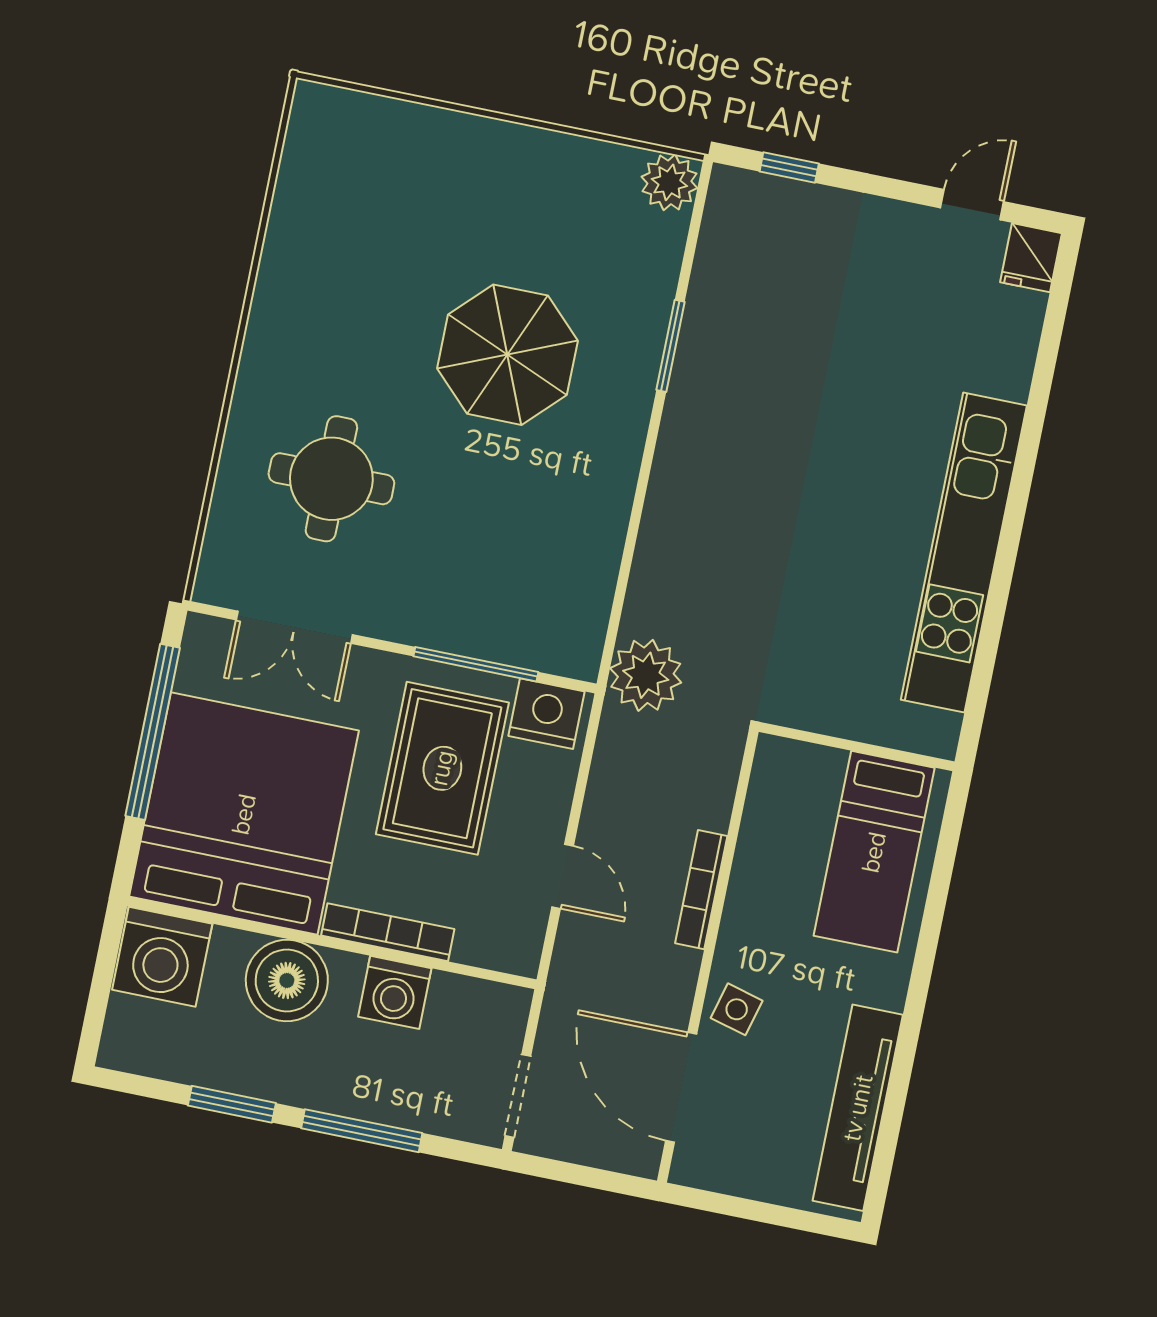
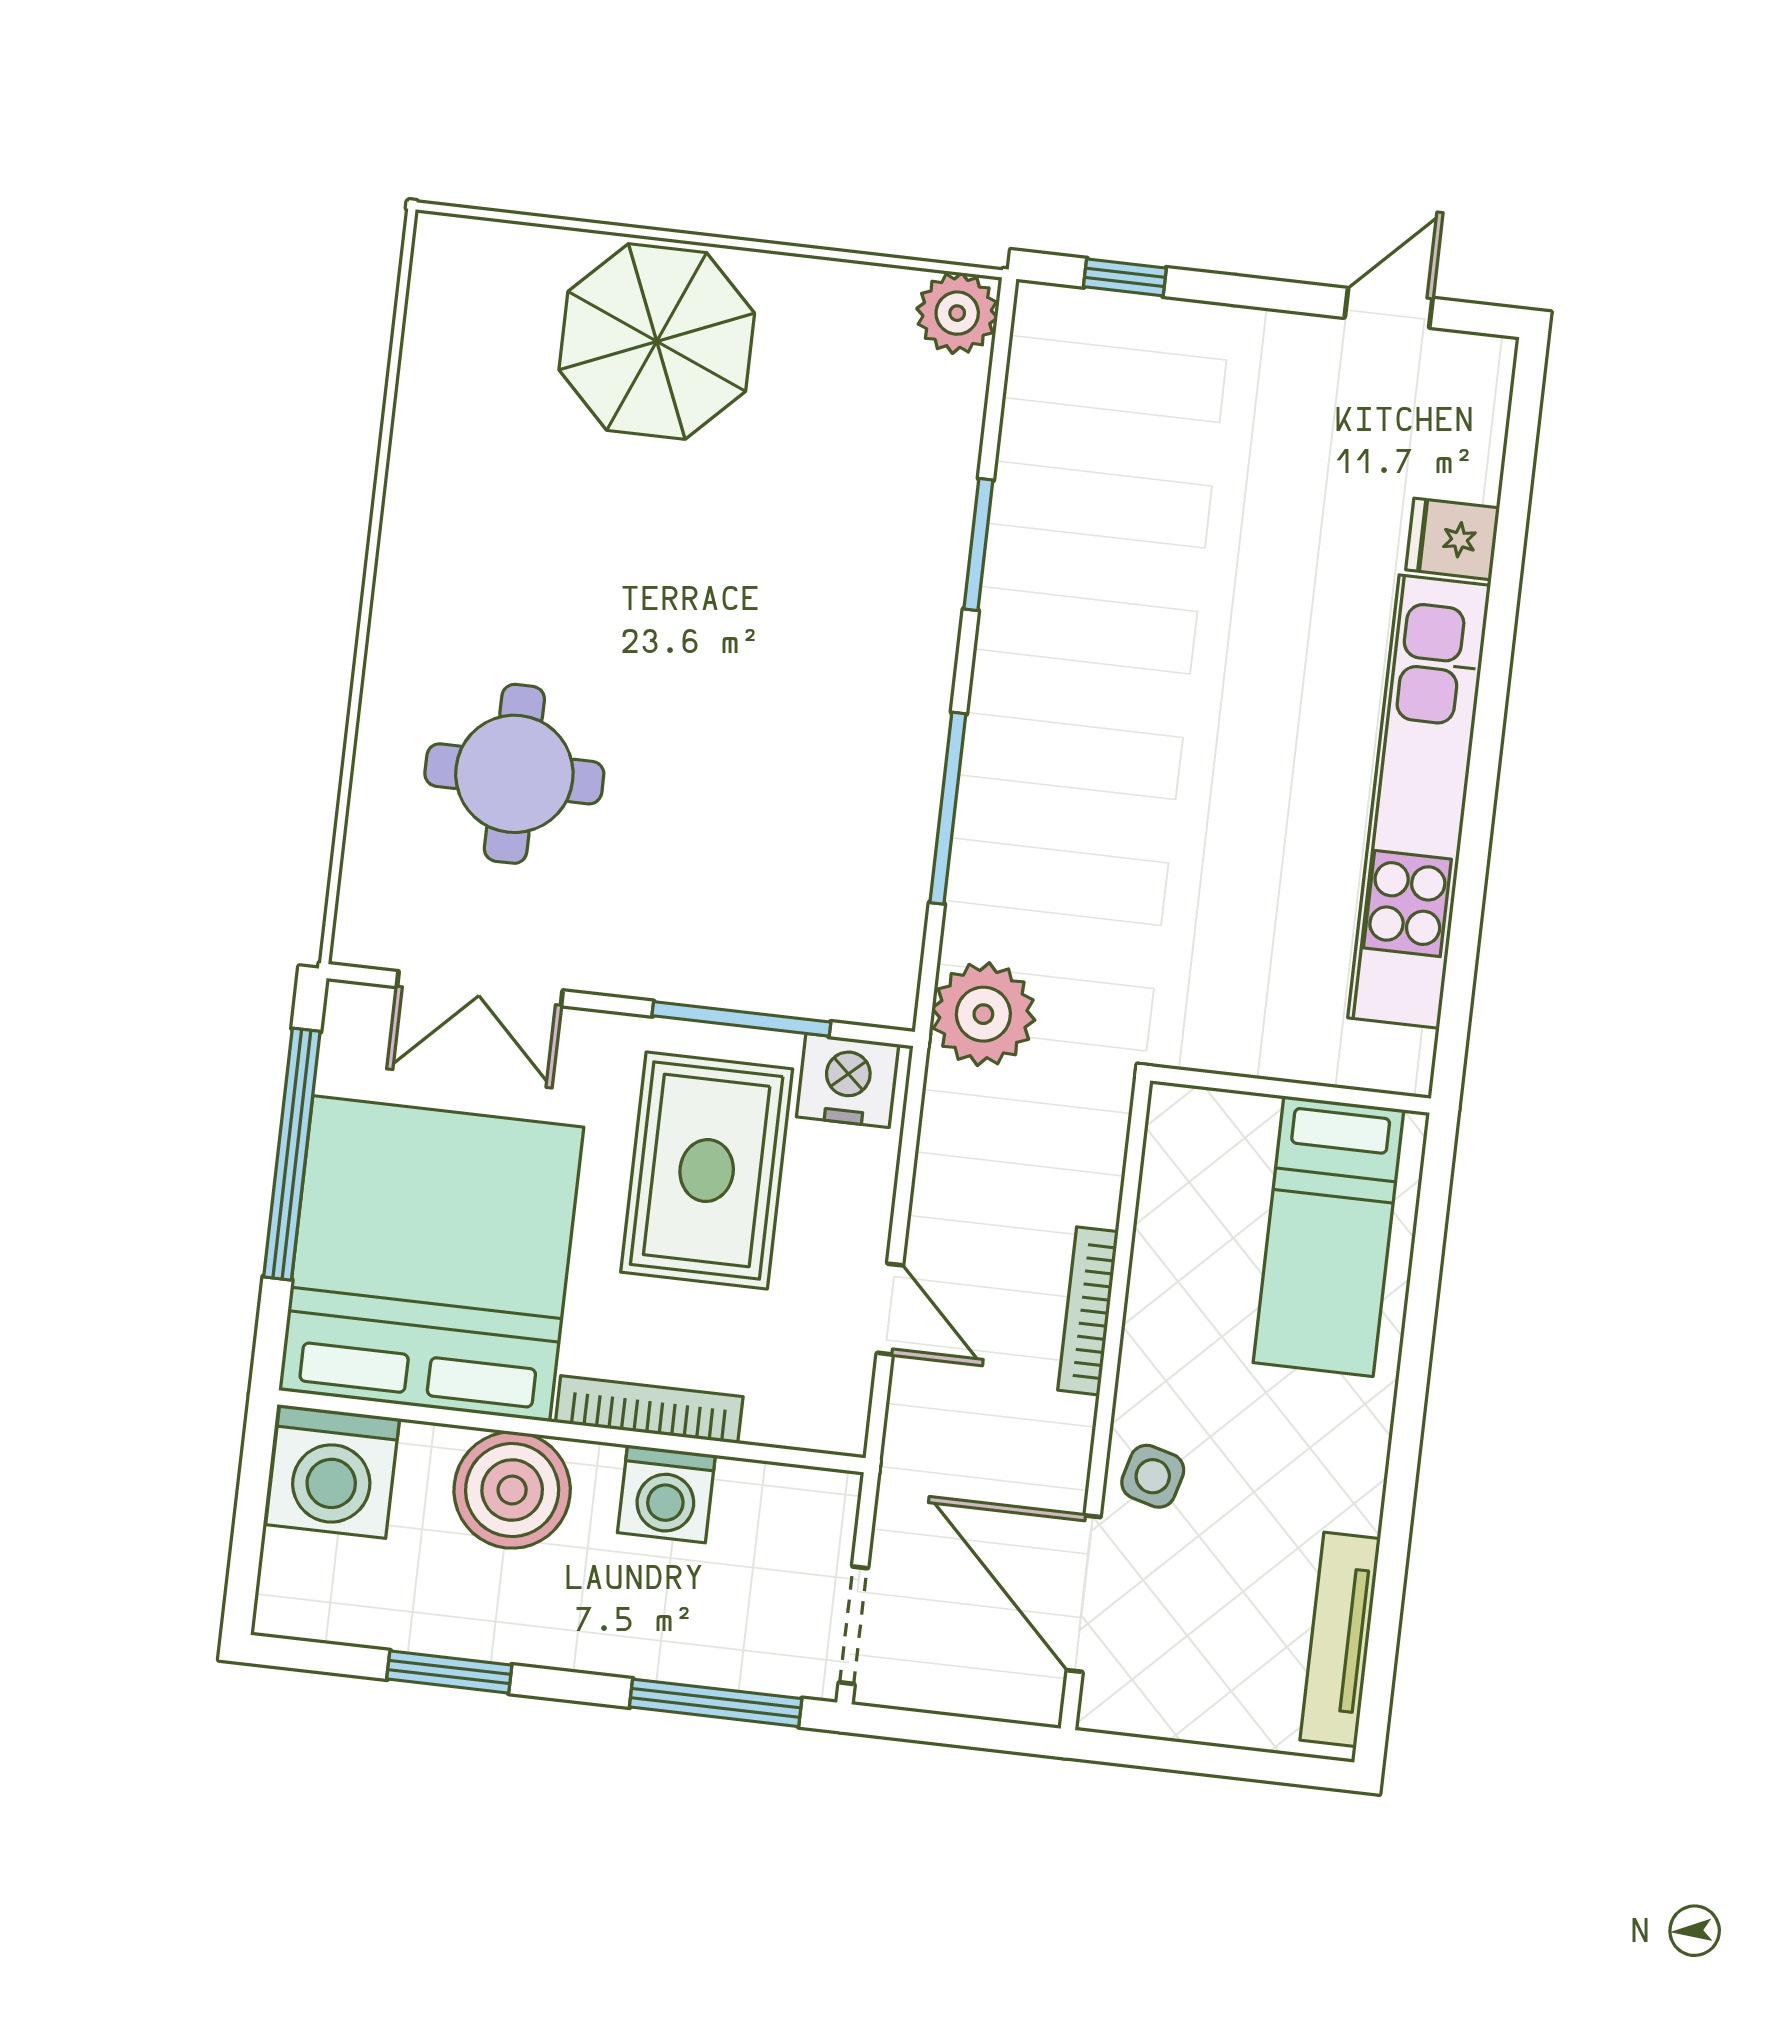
fridge: (1031, 258) -> (1453, 539), moved, turned 90
parasol: (507, 355) -> (657, 341), moved
window: (633, 529) -> (948, 808), added
tv unit: (858, 1108) -> (1340, 1639), width x0.73, depth x0.78
window: (362, 1131) -> (716, 1703), moved

